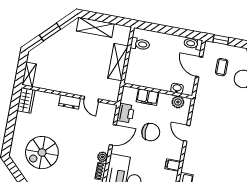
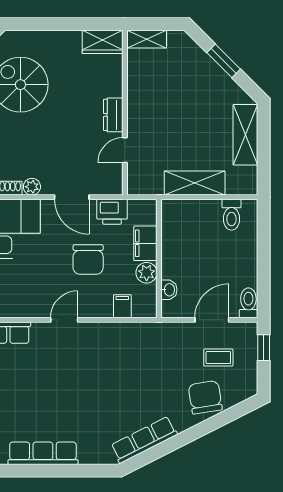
plant: (178, 102) -> (147, 273), moved
door: (187, 133) -> (64, 320), moved
filing cabinet: (173, 165) -> (122, 306), moved

